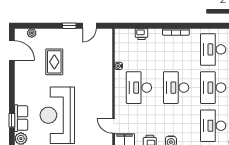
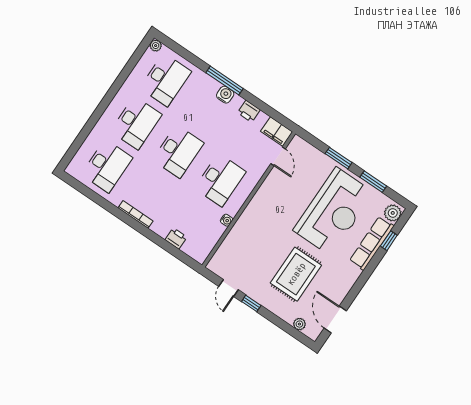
door: (89, 26) -> (229, 288), swing flipped
rug: (54, 62) -> (296, 274), width x1.36, depth x1.43
row of seats: (21, 118) -> (372, 243), width x1.48

